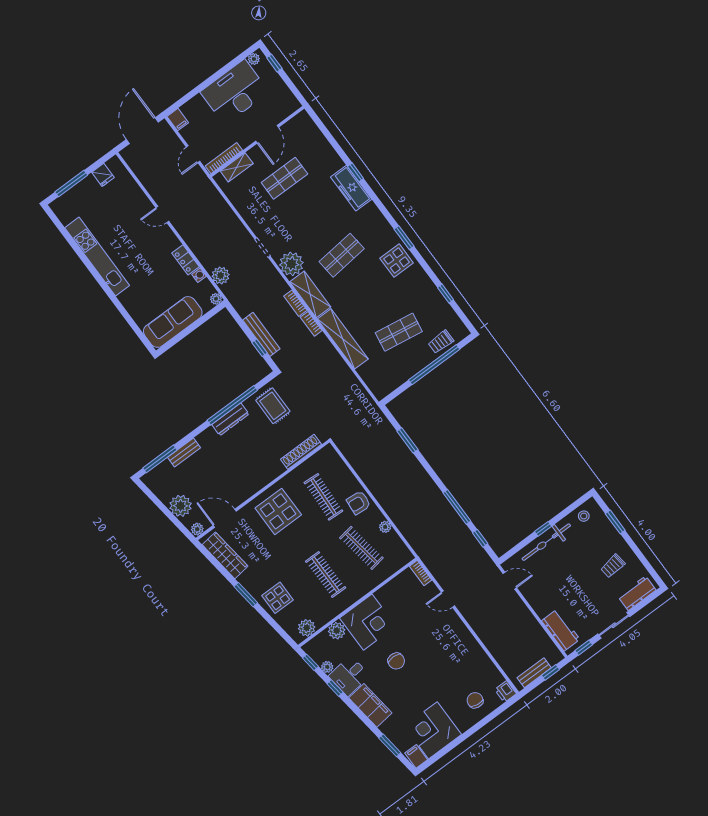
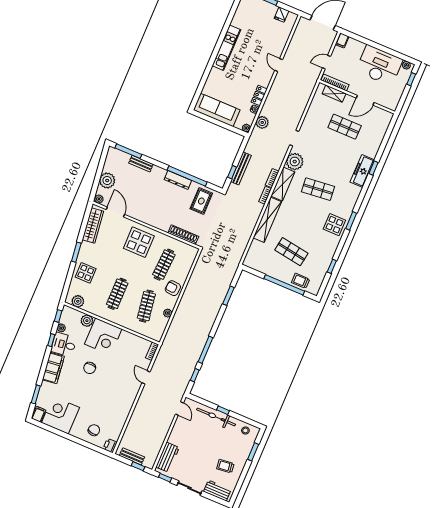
kitchen unit: (97, 257) -> (226, 48), width x0.73

